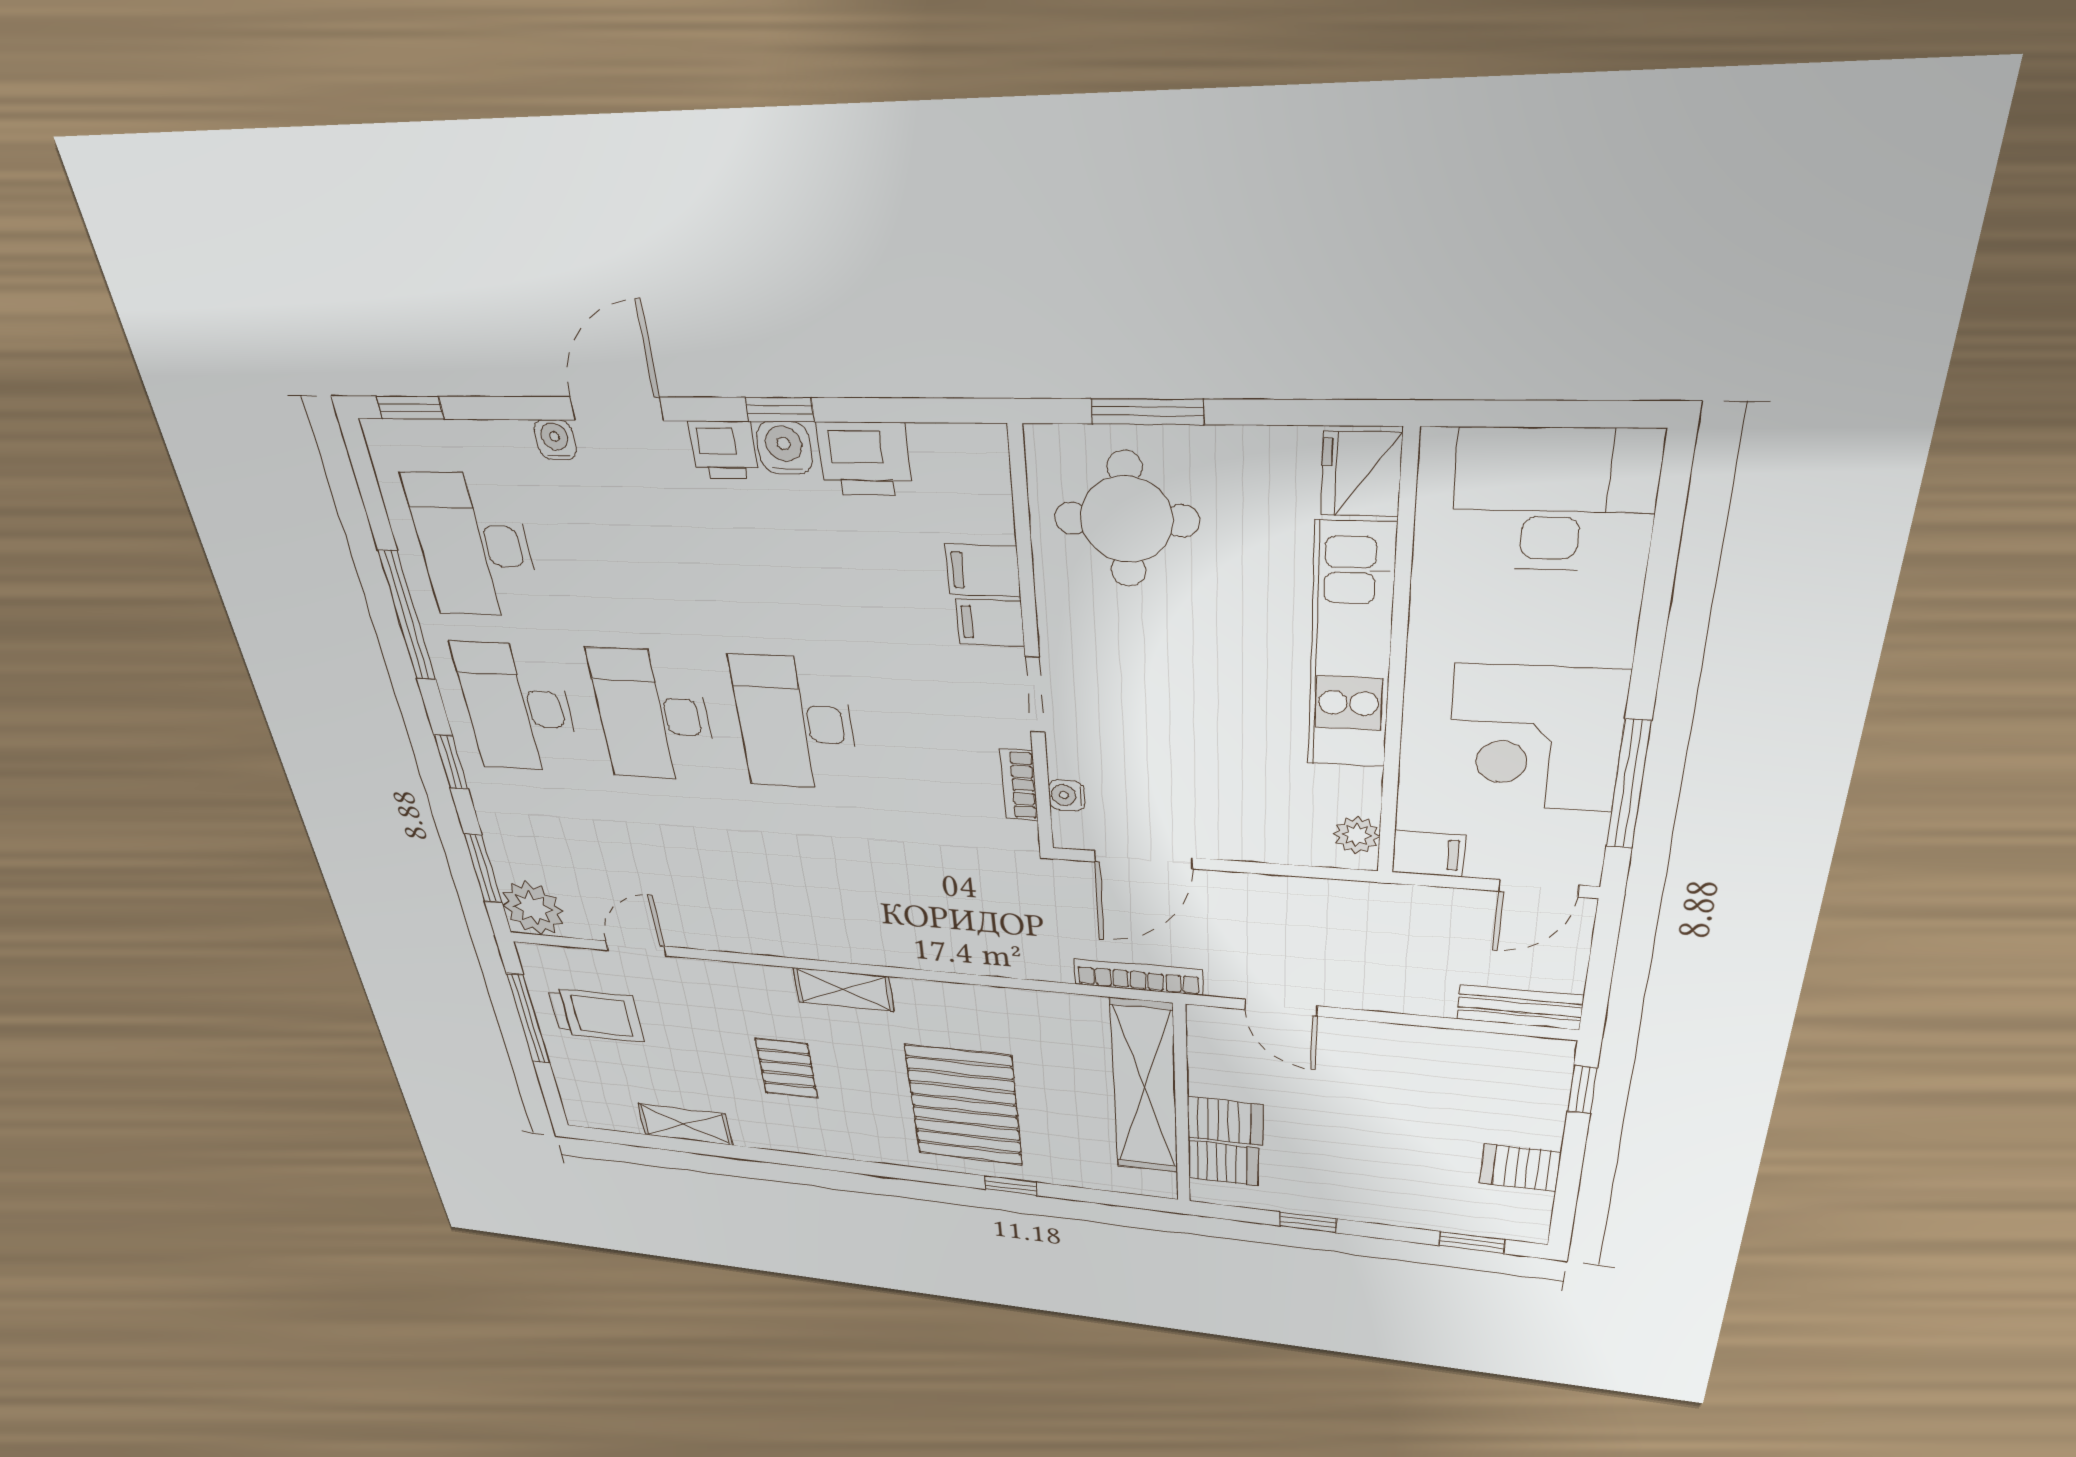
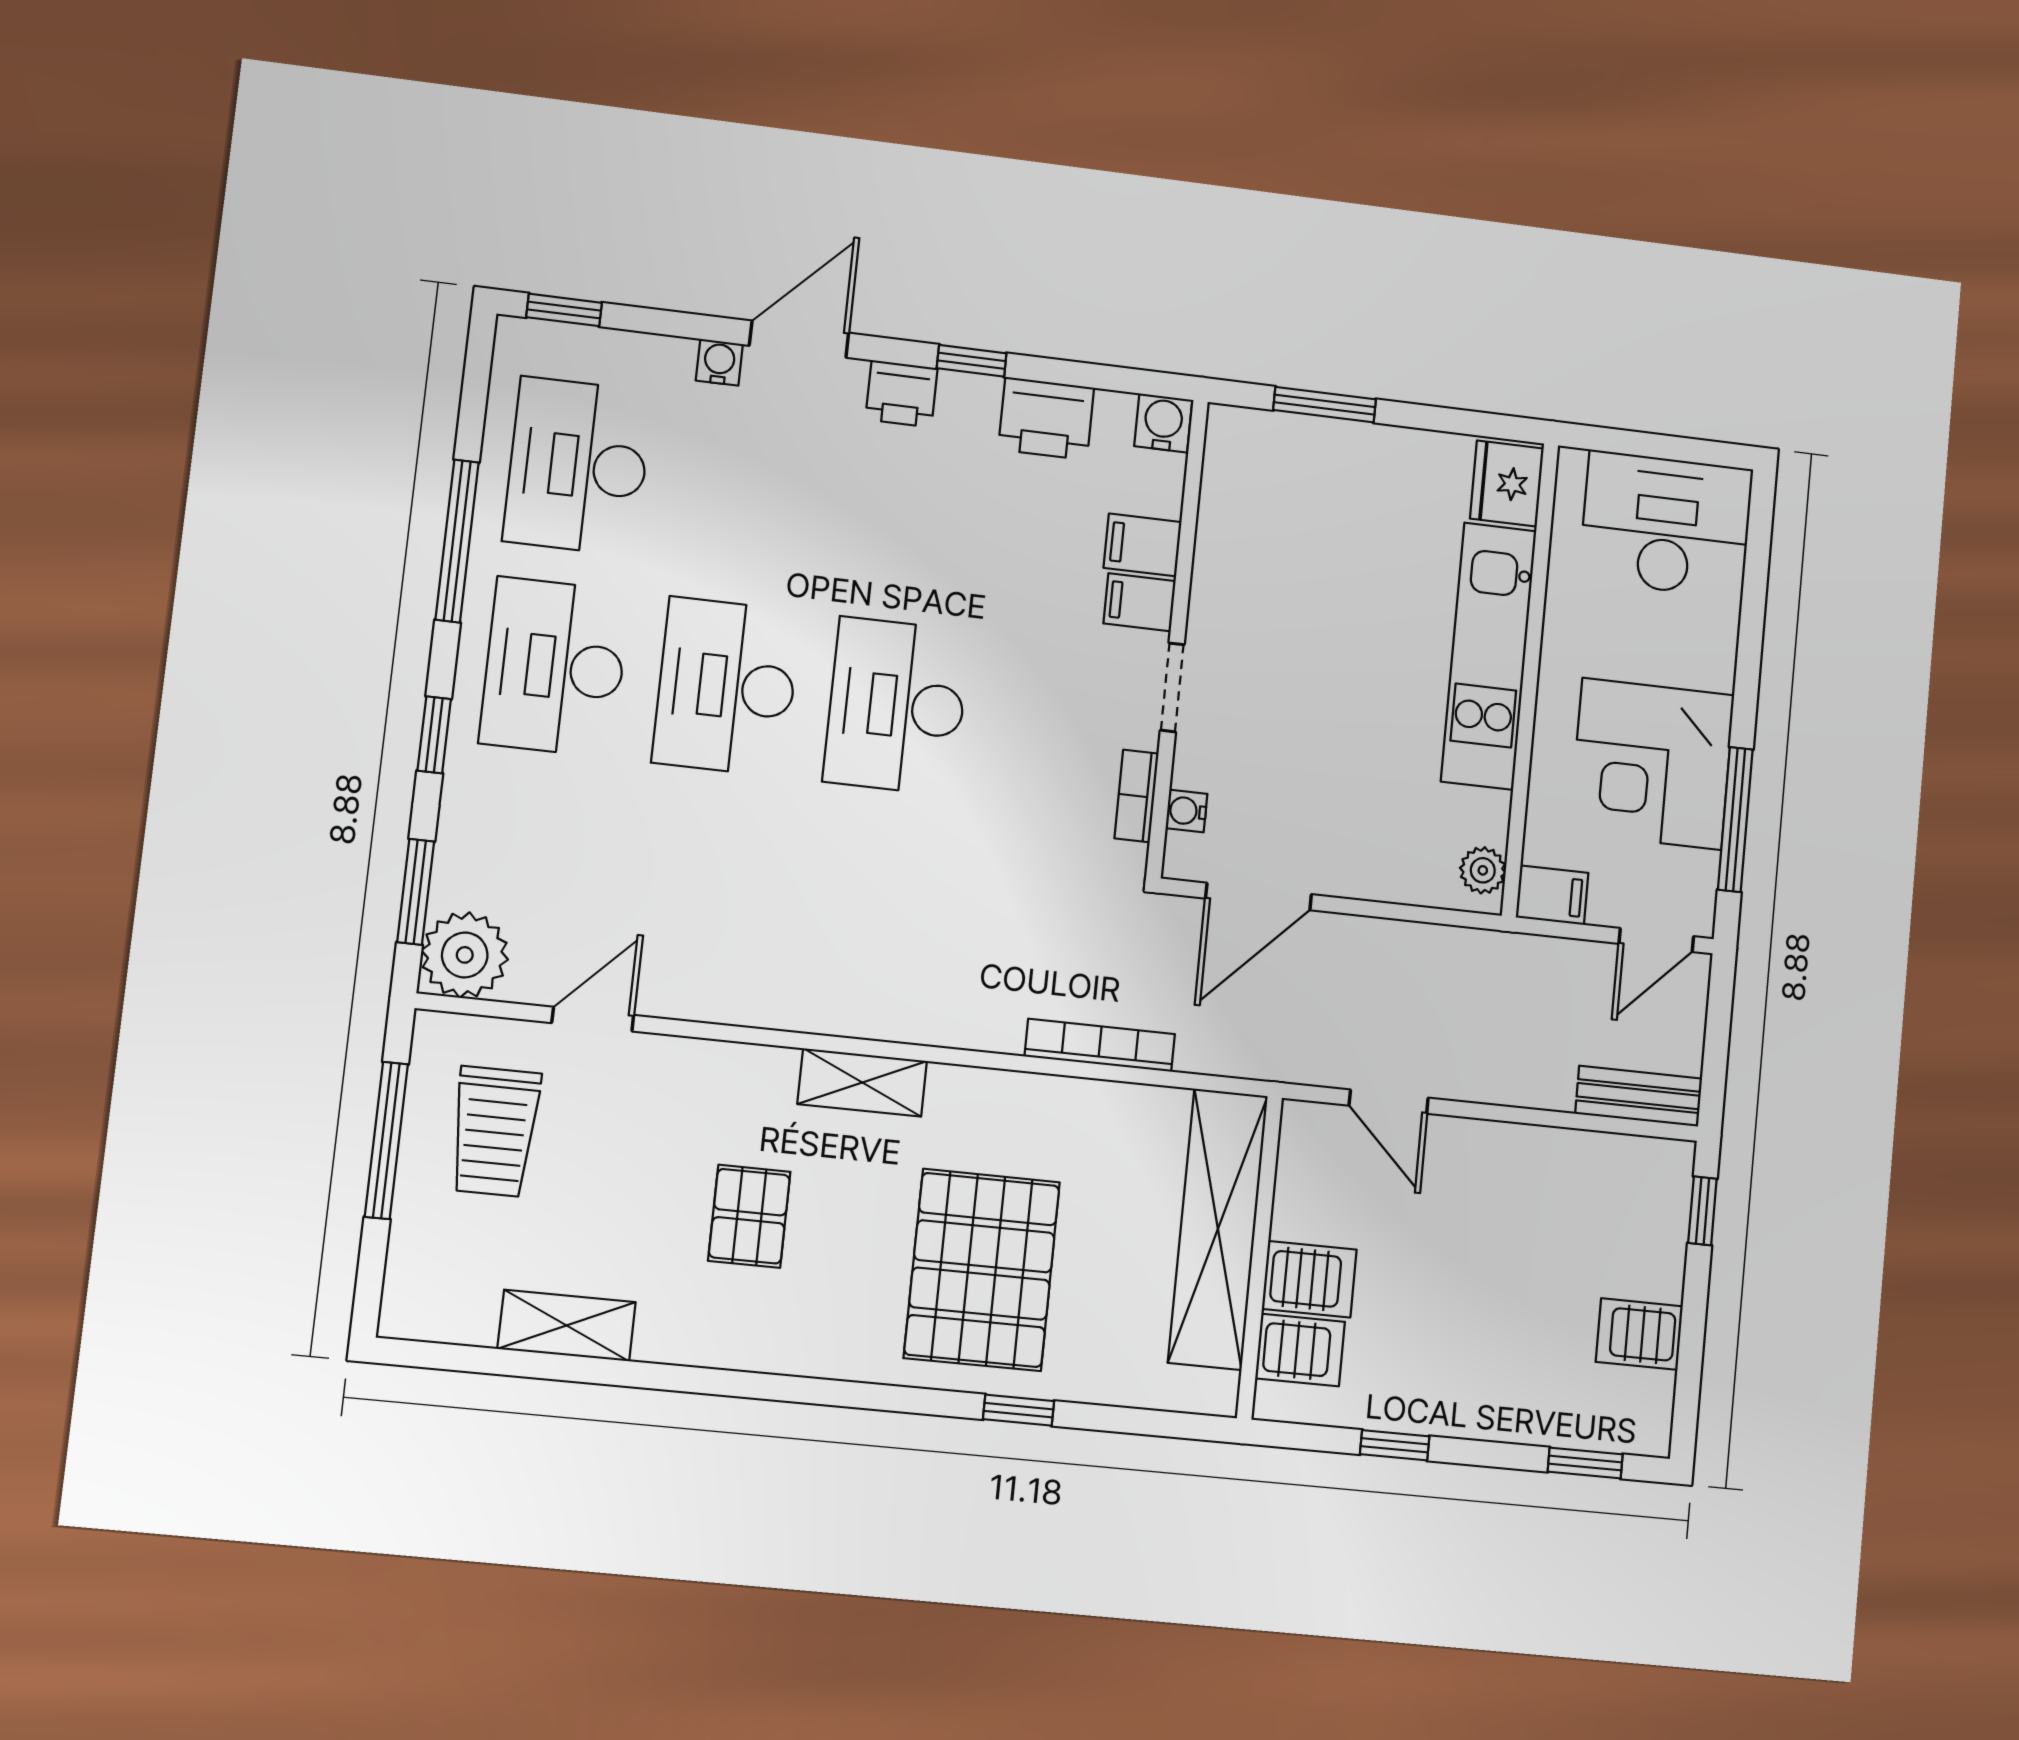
water cooler: (784, 448) -> (1163, 423), moved
round table: (1127, 519) -> (1292, 506), removed
bookcase: (1138, 977) -> (1100, 1045), moved
trolley: (596, 1015) -> (495, 1131), turned 90

